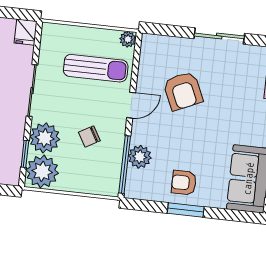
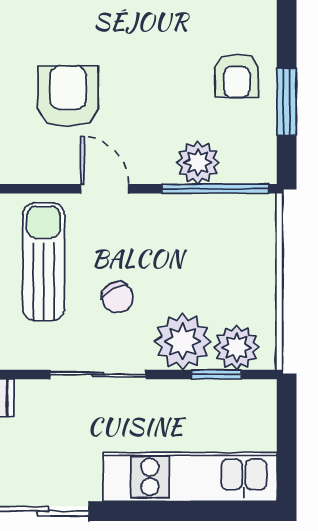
armchair: (183, 91) -> (68, 96), turned -66
chair: (89, 137) -> (117, 297), moved
plant: (42, 171) -> (237, 347), width x0.73, depth x0.73
window: (186, 210) -> (287, 102), moved

